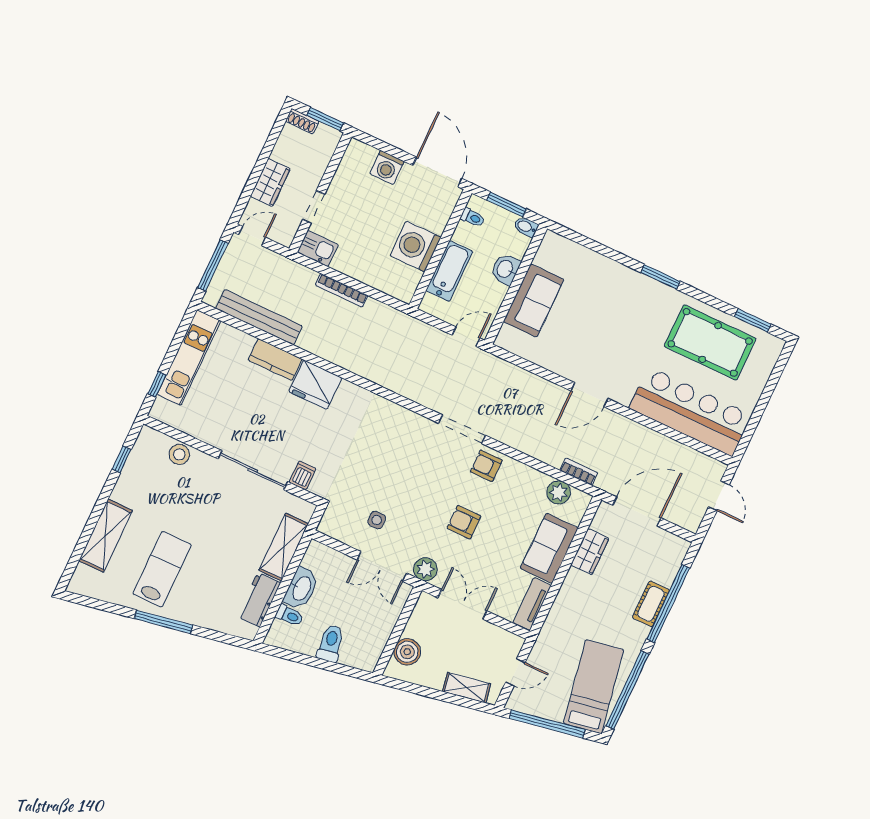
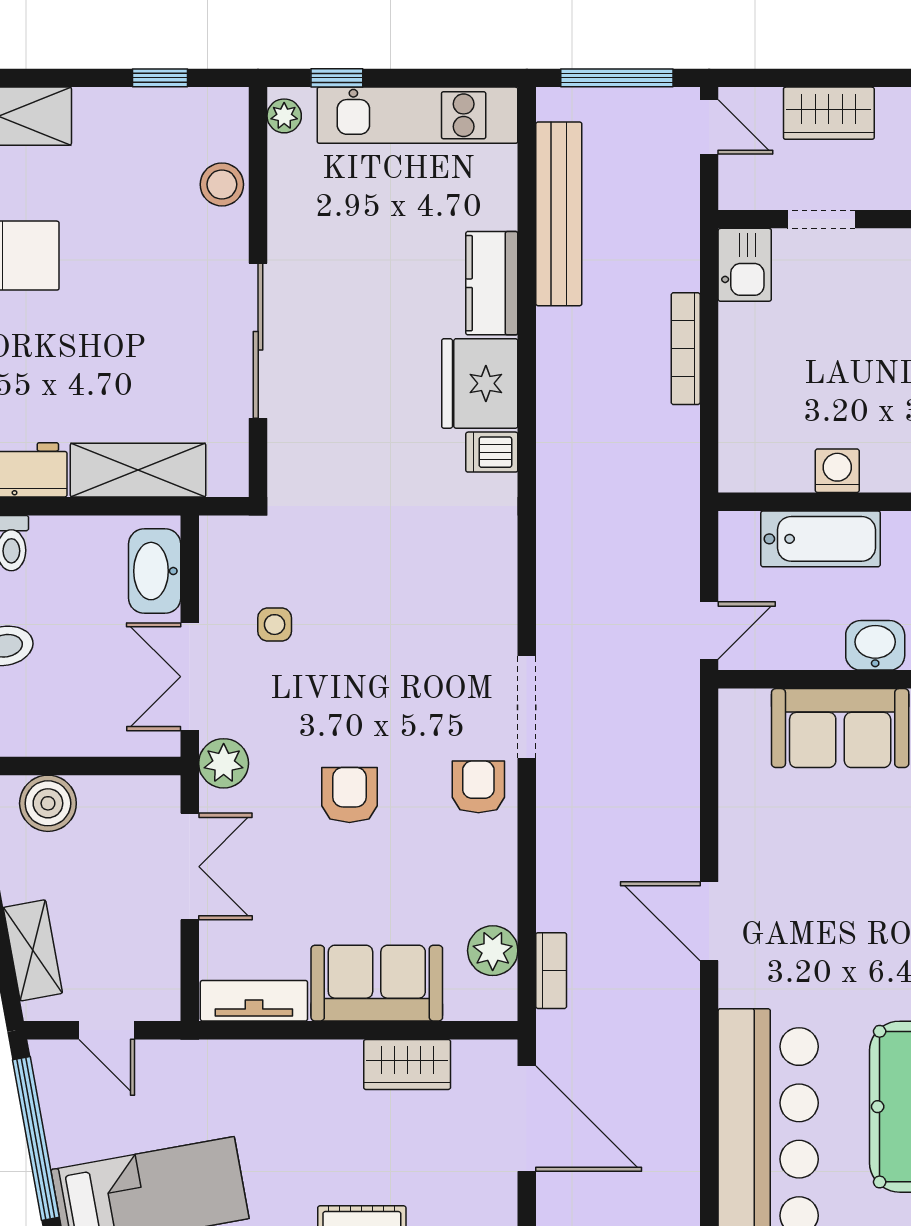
washing machine: (415, 246) -> (837, 471), width x0.53, depth x0.53
door: (466, 337) -> (709, 631), hinge flipped
plant: (163, 414) -> (284, 116), added
dishwasher: (303, 476) -> (492, 452), moved, turned 180
washbasin: (301, 588) -> (155, 571), moved, turned 90

